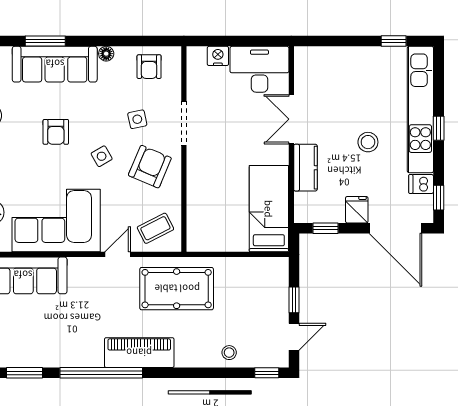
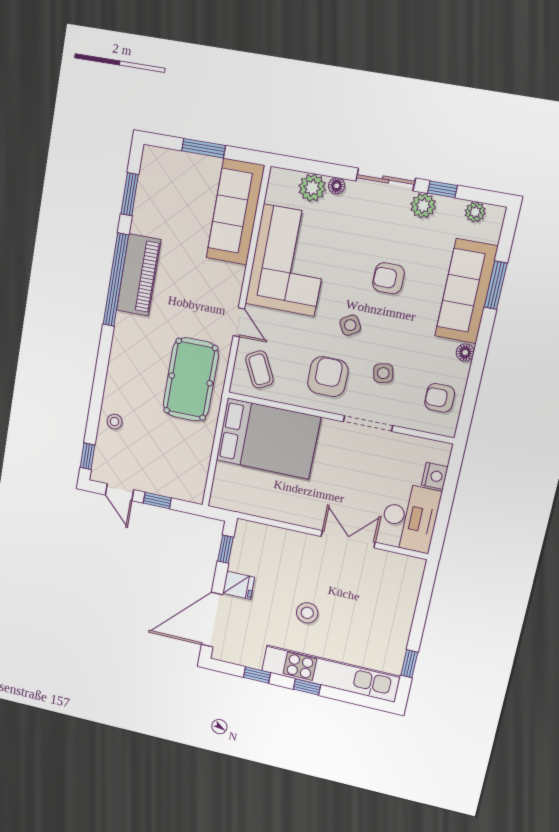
armchair: (150, 167) -> (328, 377), turned -113
kitchen counter: (305, 168) -> (293, 543), removed
dishwasher: (421, 184) -> (253, 656), removed
window: (439, 198) -> (257, 675), moved
bed: (269, 209) -> (268, 439), moved, width x1.50
piano: (139, 353) -> (139, 275), moved

